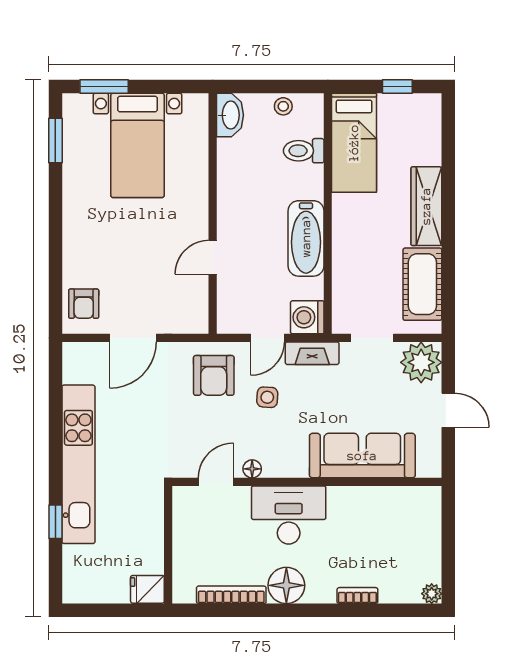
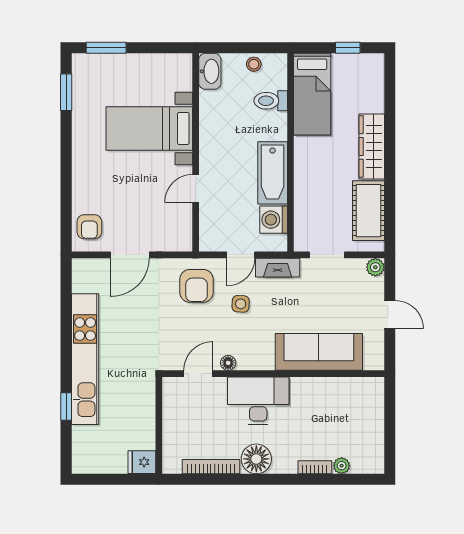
bed with nightstands: (138, 145) -> (149, 128), moved, turned 90
washing machine: (307, 317) -> (274, 220), moved
plant: (421, 362) -> (375, 267), width x0.53, depth x0.53
plant: (432, 594) -> (342, 466), moved

